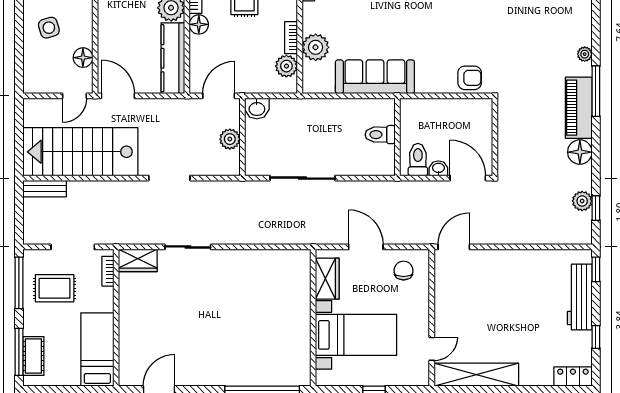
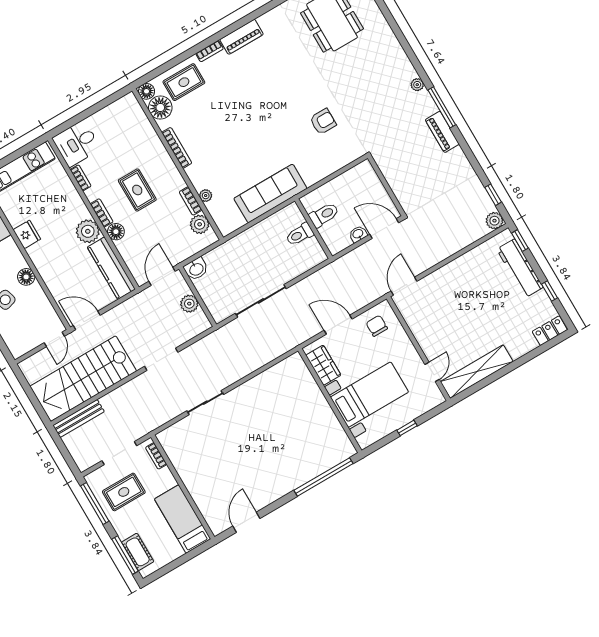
plant: (316, 47) -> (206, 196), width x0.53, depth x0.53
floor lamp: (83, 58) -> (26, 277), moved
armchair: (470, 78) -> (323, 122), moved
piano: (579, 108) -> (442, 132), width x0.73, depth x0.75
floor lamp: (580, 152) -> (457, 160), removed
toilet: (418, 160) -> (324, 215), moved, turned 90
bench: (45, 189) -> (79, 418), width x1.36
plant: (582, 201) -> (494, 221), moved
wardrobe: (138, 260) -> (174, 435), removed

